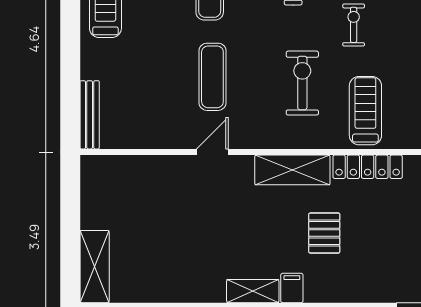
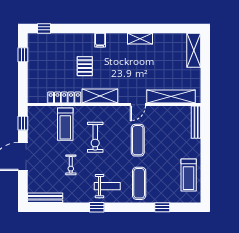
shelving: (142, 169) -> (171, 97), added
shelving: (253, 291) -> (140, 39), moved

